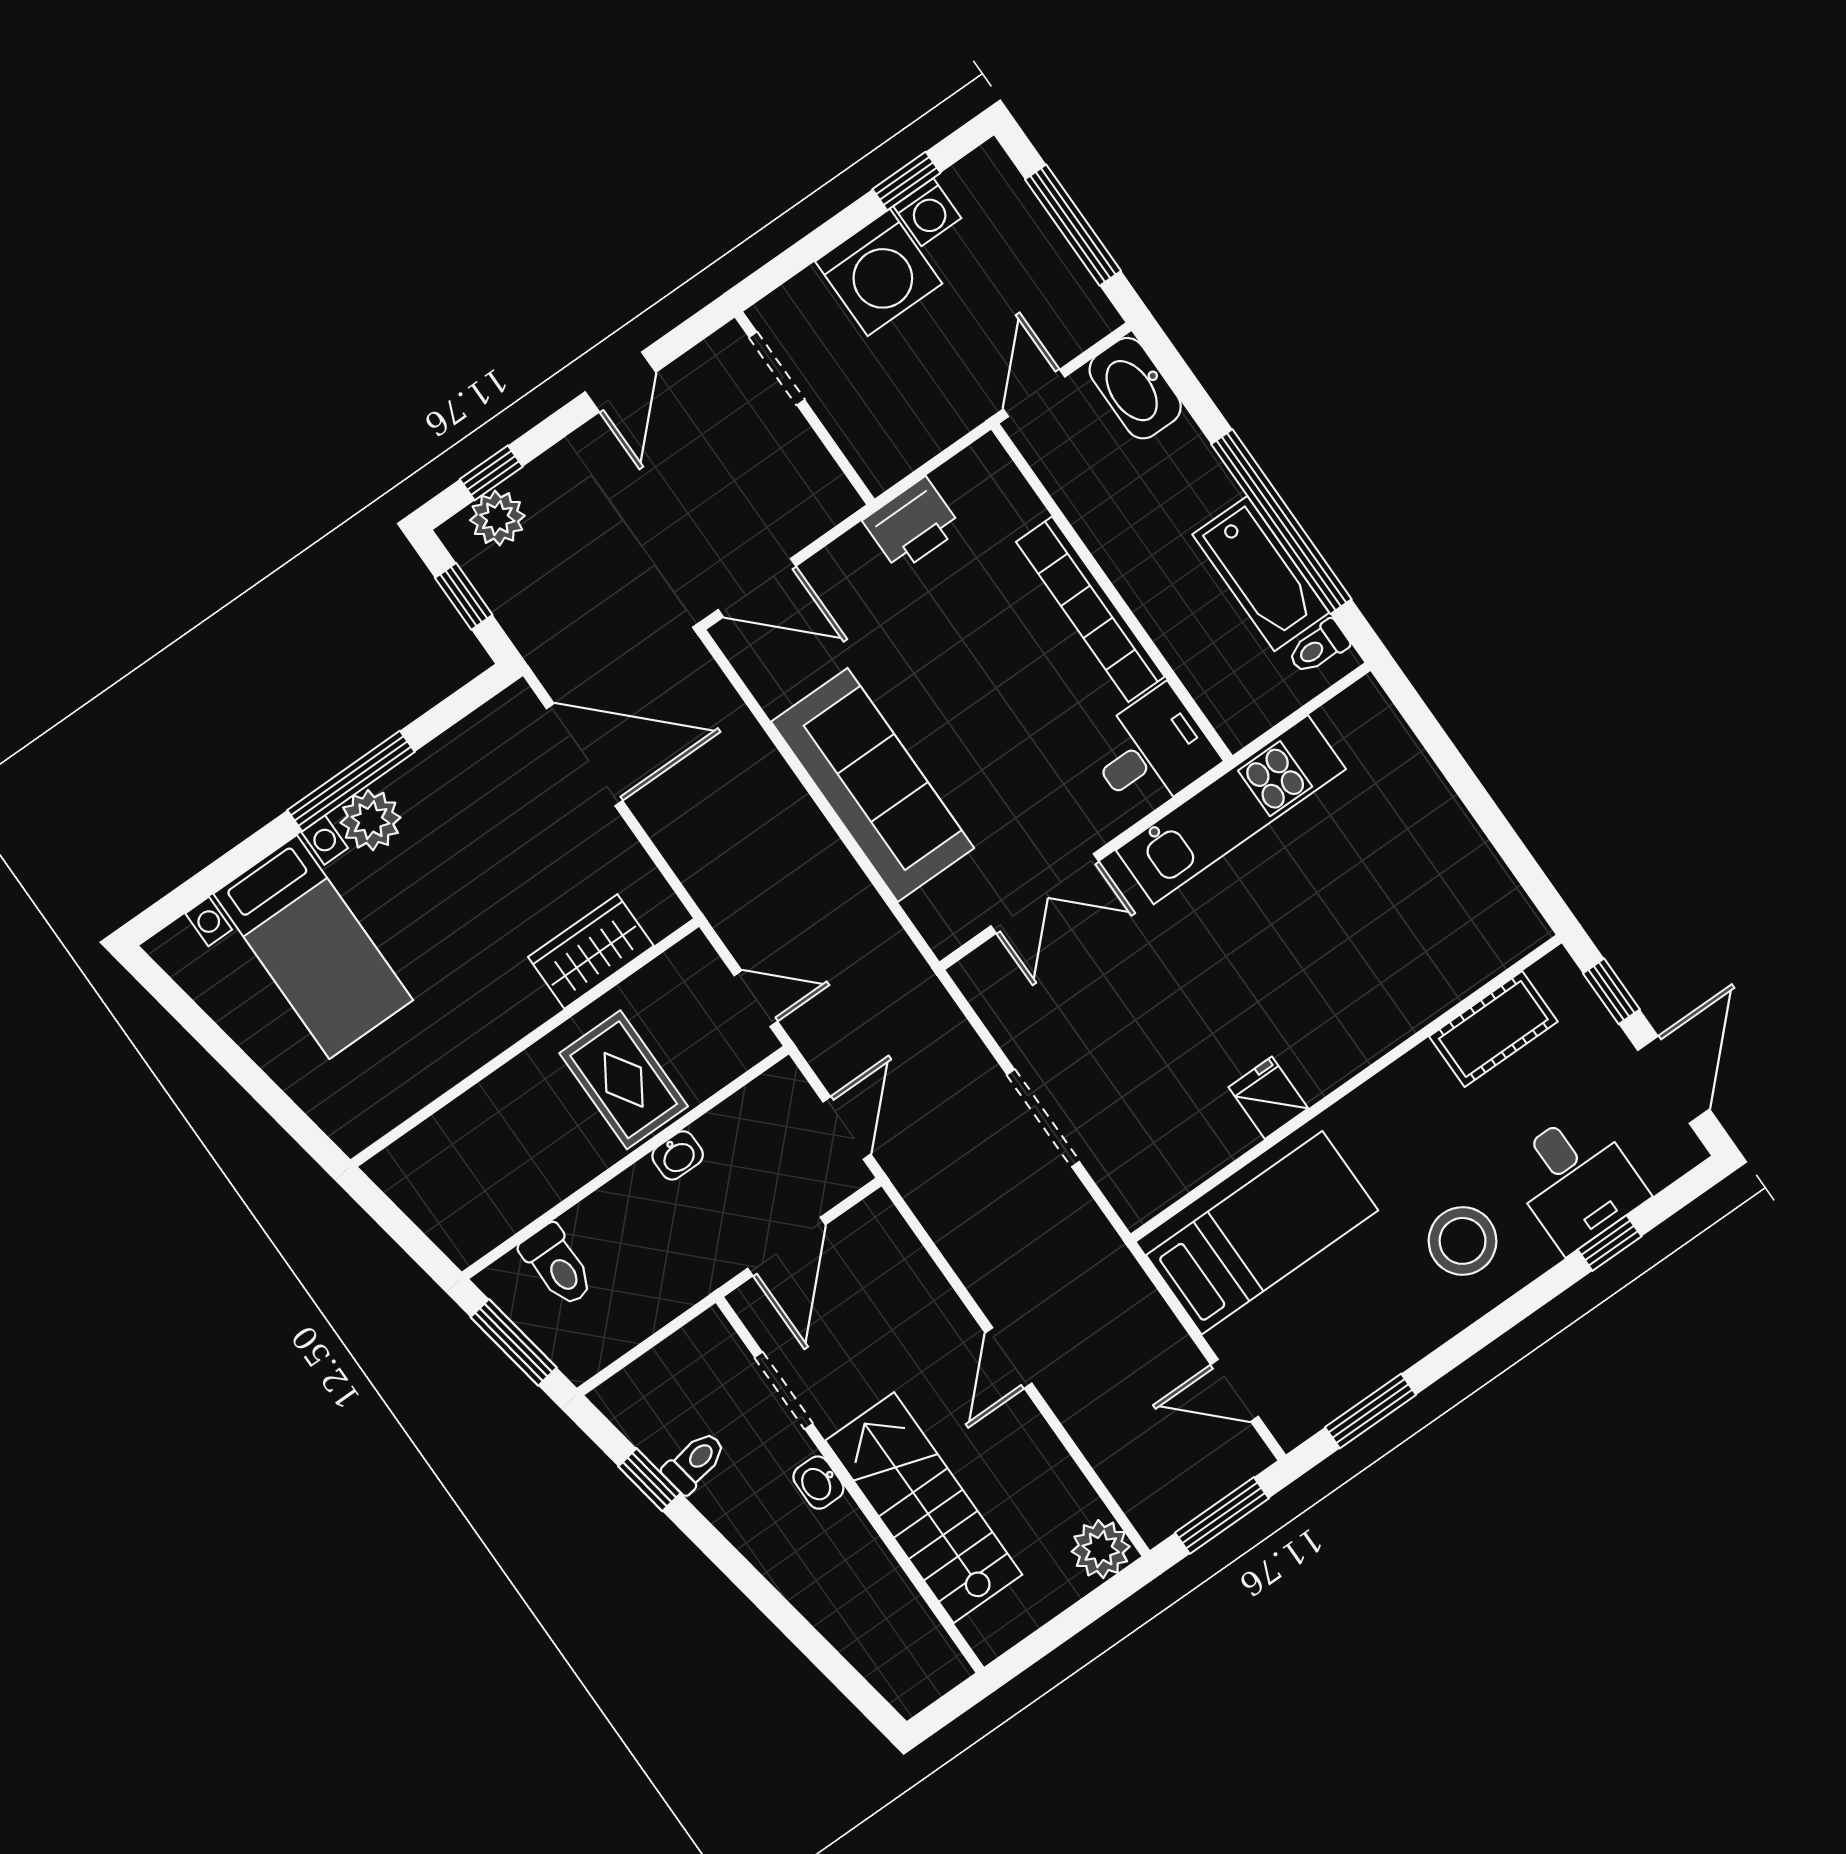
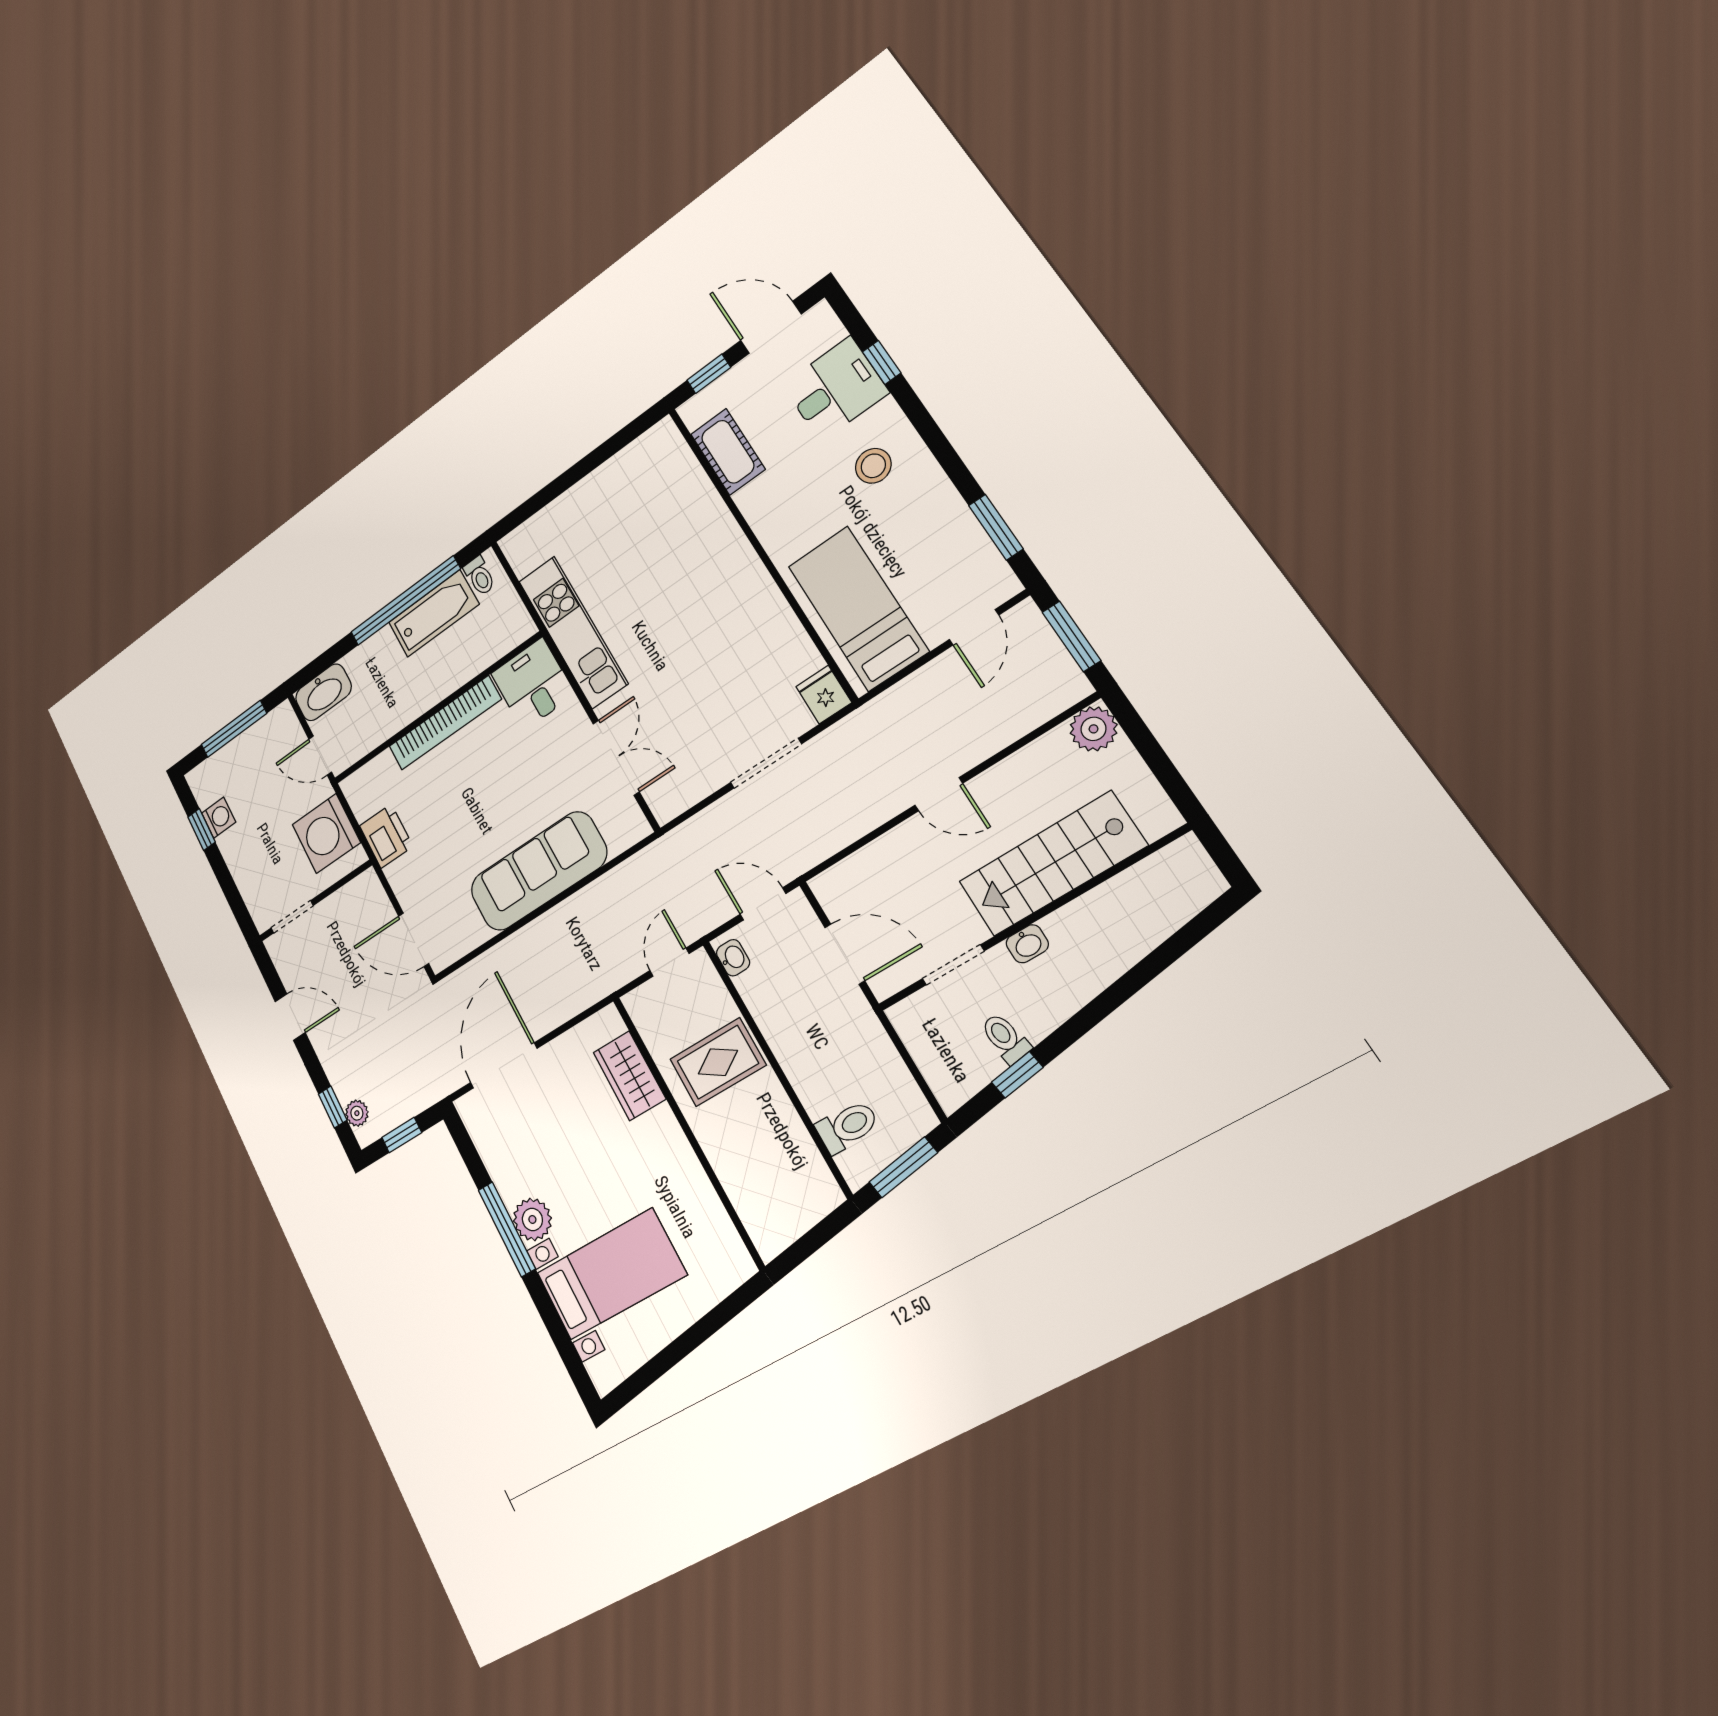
washing machine: (879, 272) -> (326, 834), moved, turned 180
plant: (497, 518) -> (357, 1113), width x0.73, depth x0.73
door: (757, 588) -> (414, 940), swing flipped
fridge: (1268, 1098) -> (824, 695), moved, turned 90
washbasin: (678, 1155) -> (733, 958), moved
stool: (1463, 1241) -> (873, 466), width x0.73, depth x0.73

